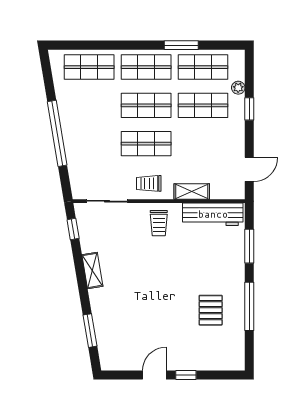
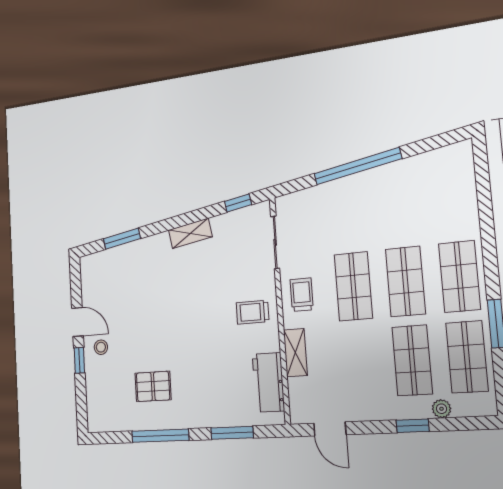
shop shelf: (89, 67) -> (452, 197), removed
workbench: (213, 214) -> (268, 382), width x0.73
stool: (176, 355) -> (101, 347), added

